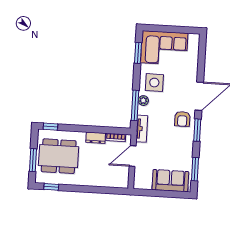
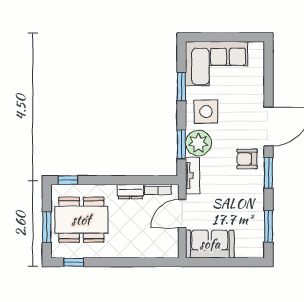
window: (138, 53) -> (181, 86), moved
plant: (143, 101) -> (198, 143), width x1.87, depth x1.87
window: (135, 105) -> (181, 144), width x0.69
armchair: (182, 119) -> (247, 159), turned 90
sofa: (170, 181) -> (210, 244), moved

